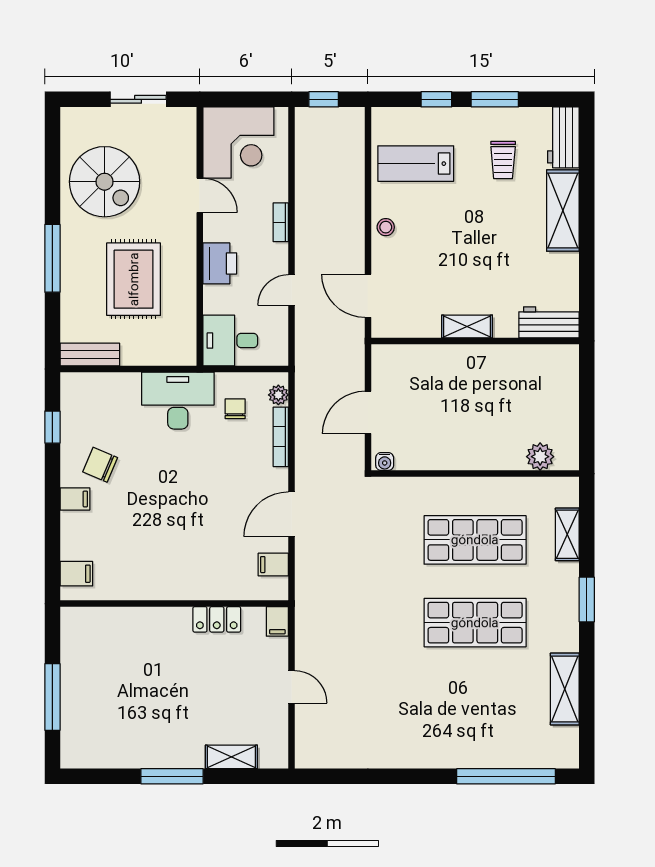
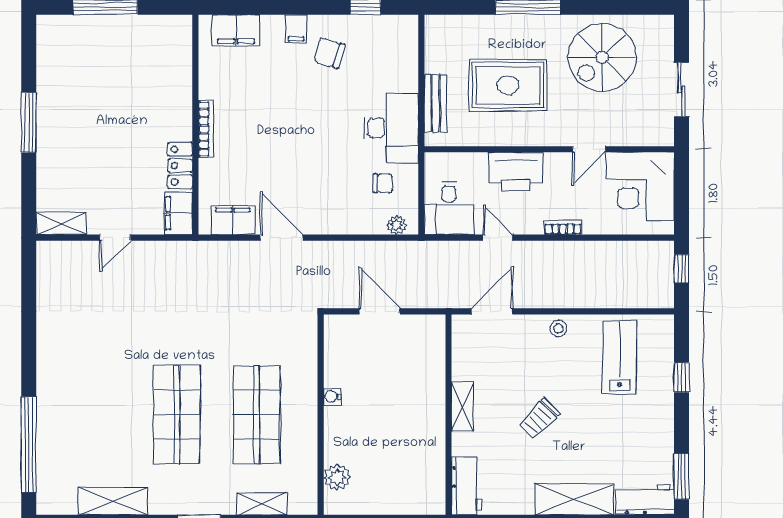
window: (495, 99) -> (681, 476), moved
trolley: (503, 160) -> (540, 419), moved, turned -47
printer: (220, 263) -> (516, 172), width x1.37, depth x1.19
desk: (230, 341) -> (449, 208), moved, turned 180
bench: (90, 355) -> (435, 104), moved
bookcase: (281, 437) -> (206, 129), moved, turned 90
water cooler: (385, 462) -> (332, 396), moved
chair: (100, 465) -> (329, 53), turned -97
filing cabinet: (273, 565) -> (233, 220), width x2.00
filing cabinet: (76, 574) -> (236, 30), width x2.00
filing cabinet: (277, 621) -> (178, 213), width x2.00
shelving: (231, 757) -> (61, 223), moved, turned 90

